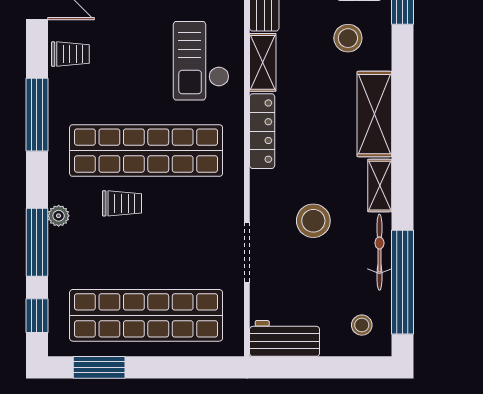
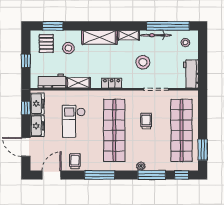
checkout: (201, 61) -> (74, 121), moved, turned 90
locker: (262, 131) -> (112, 83), width x0.66
trolley: (122, 203) -> (146, 121), moved

